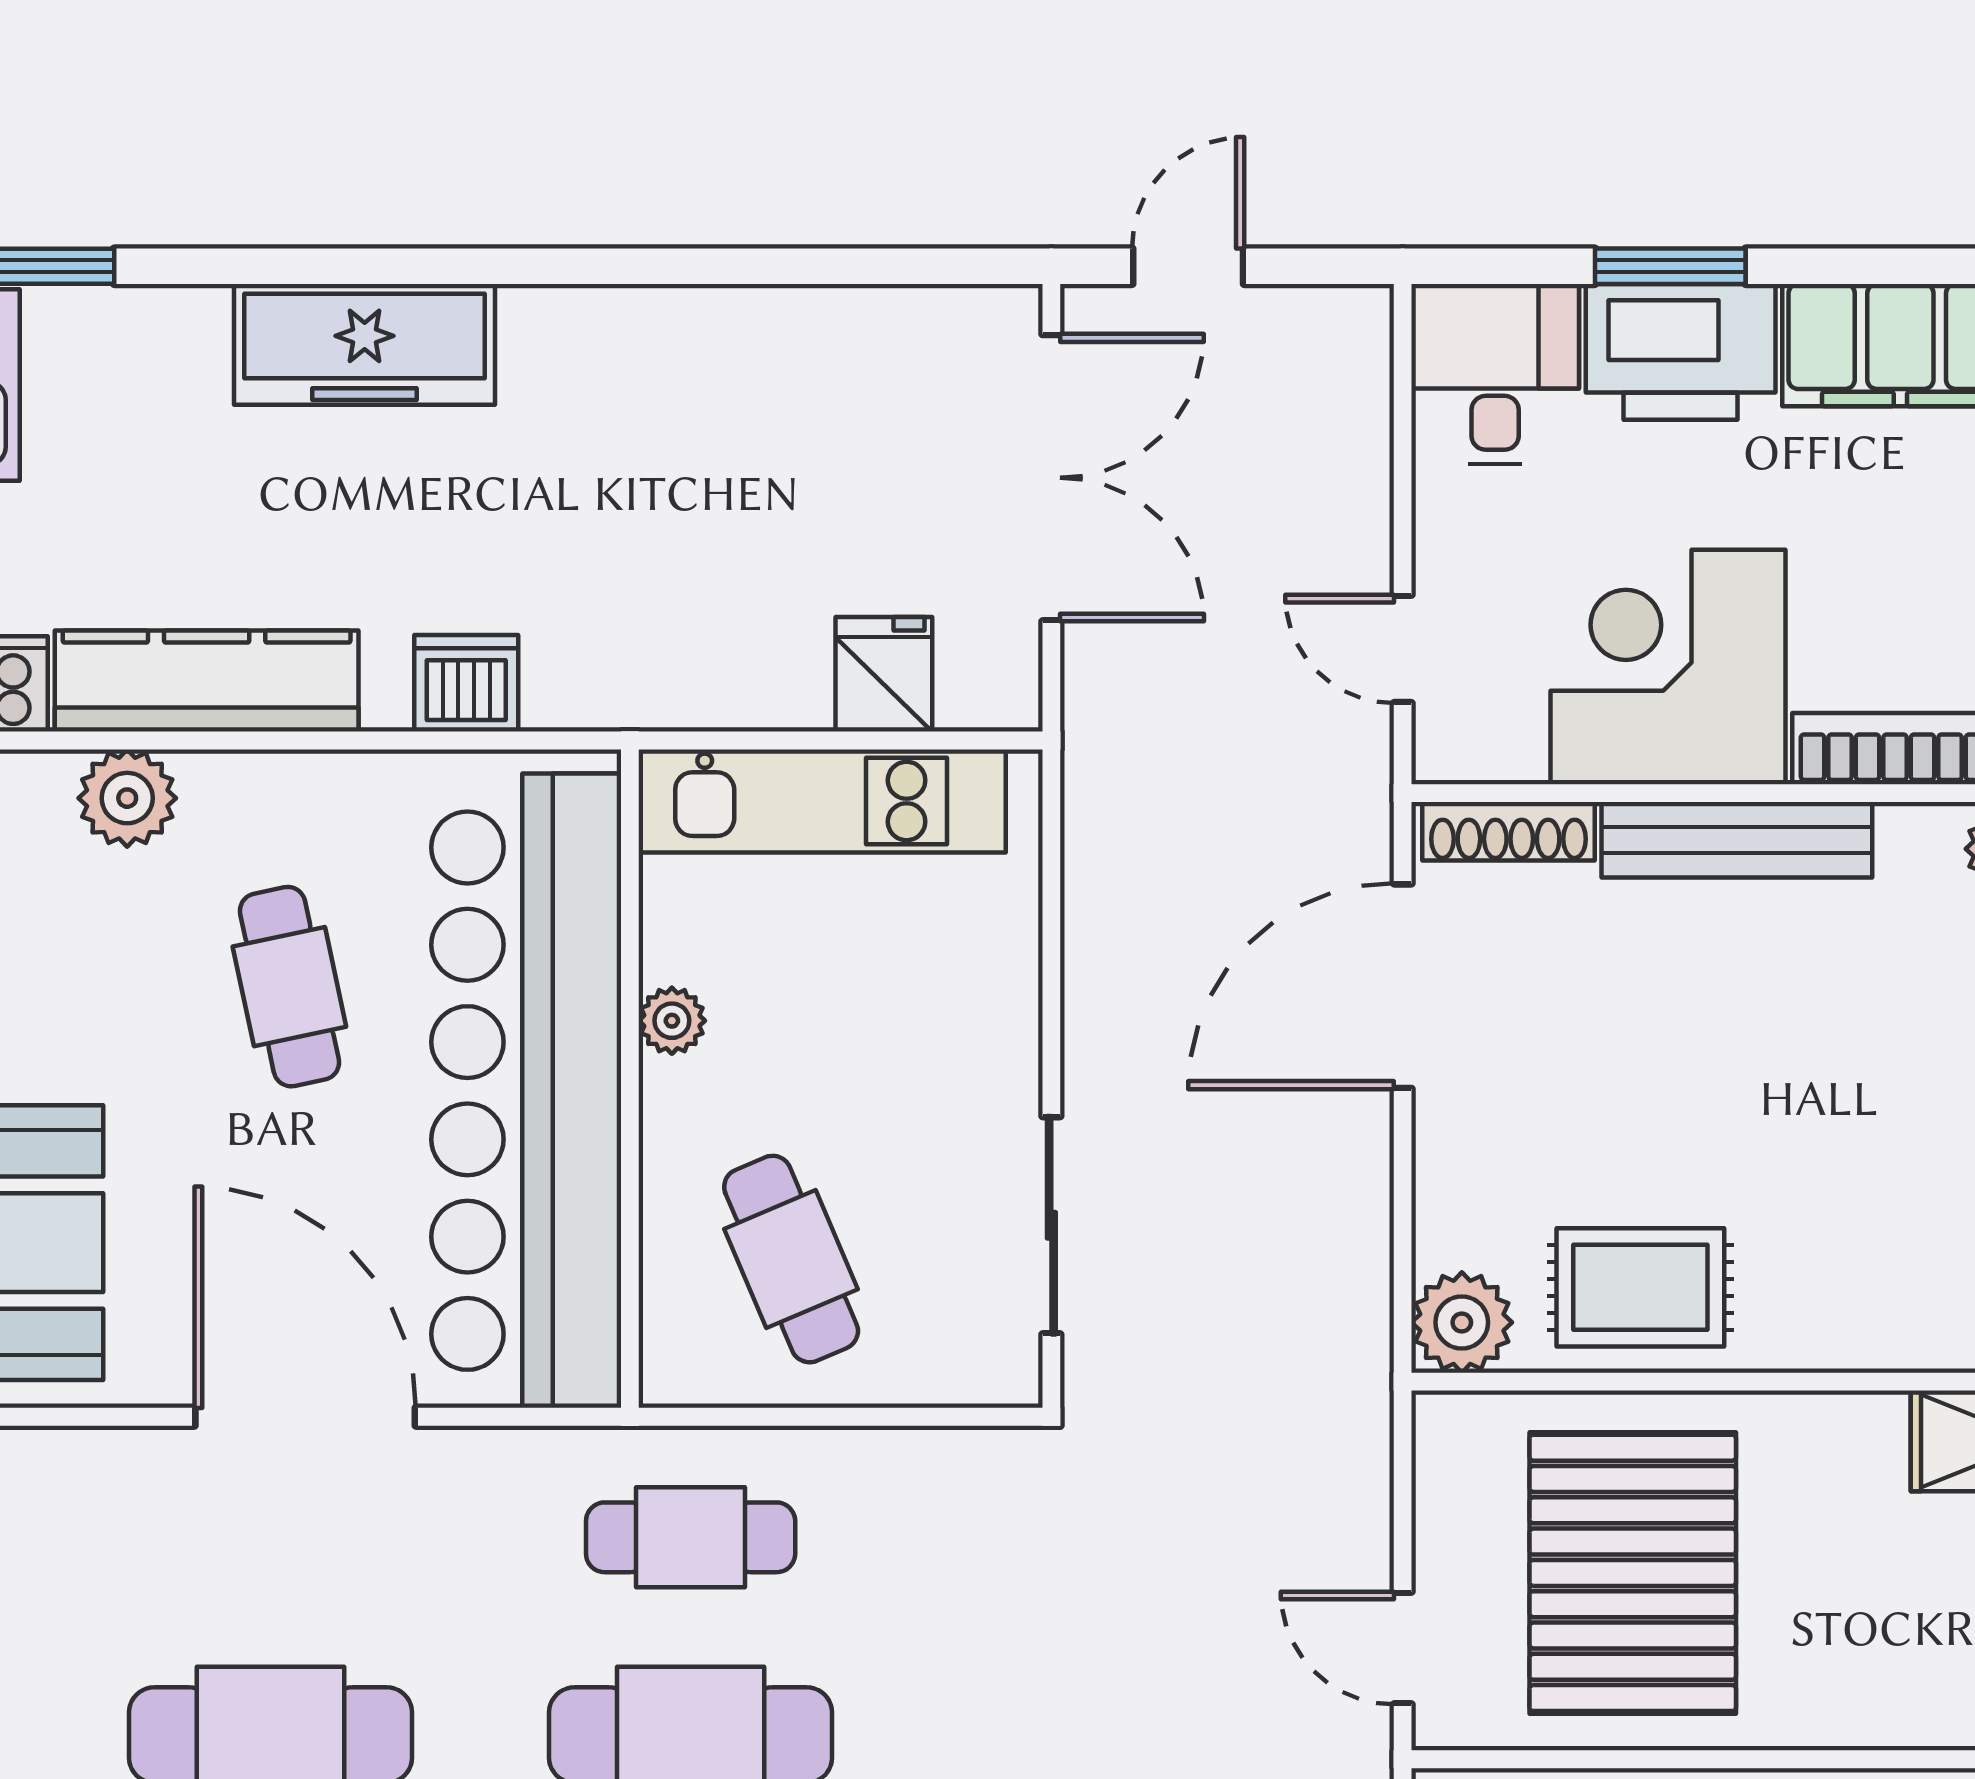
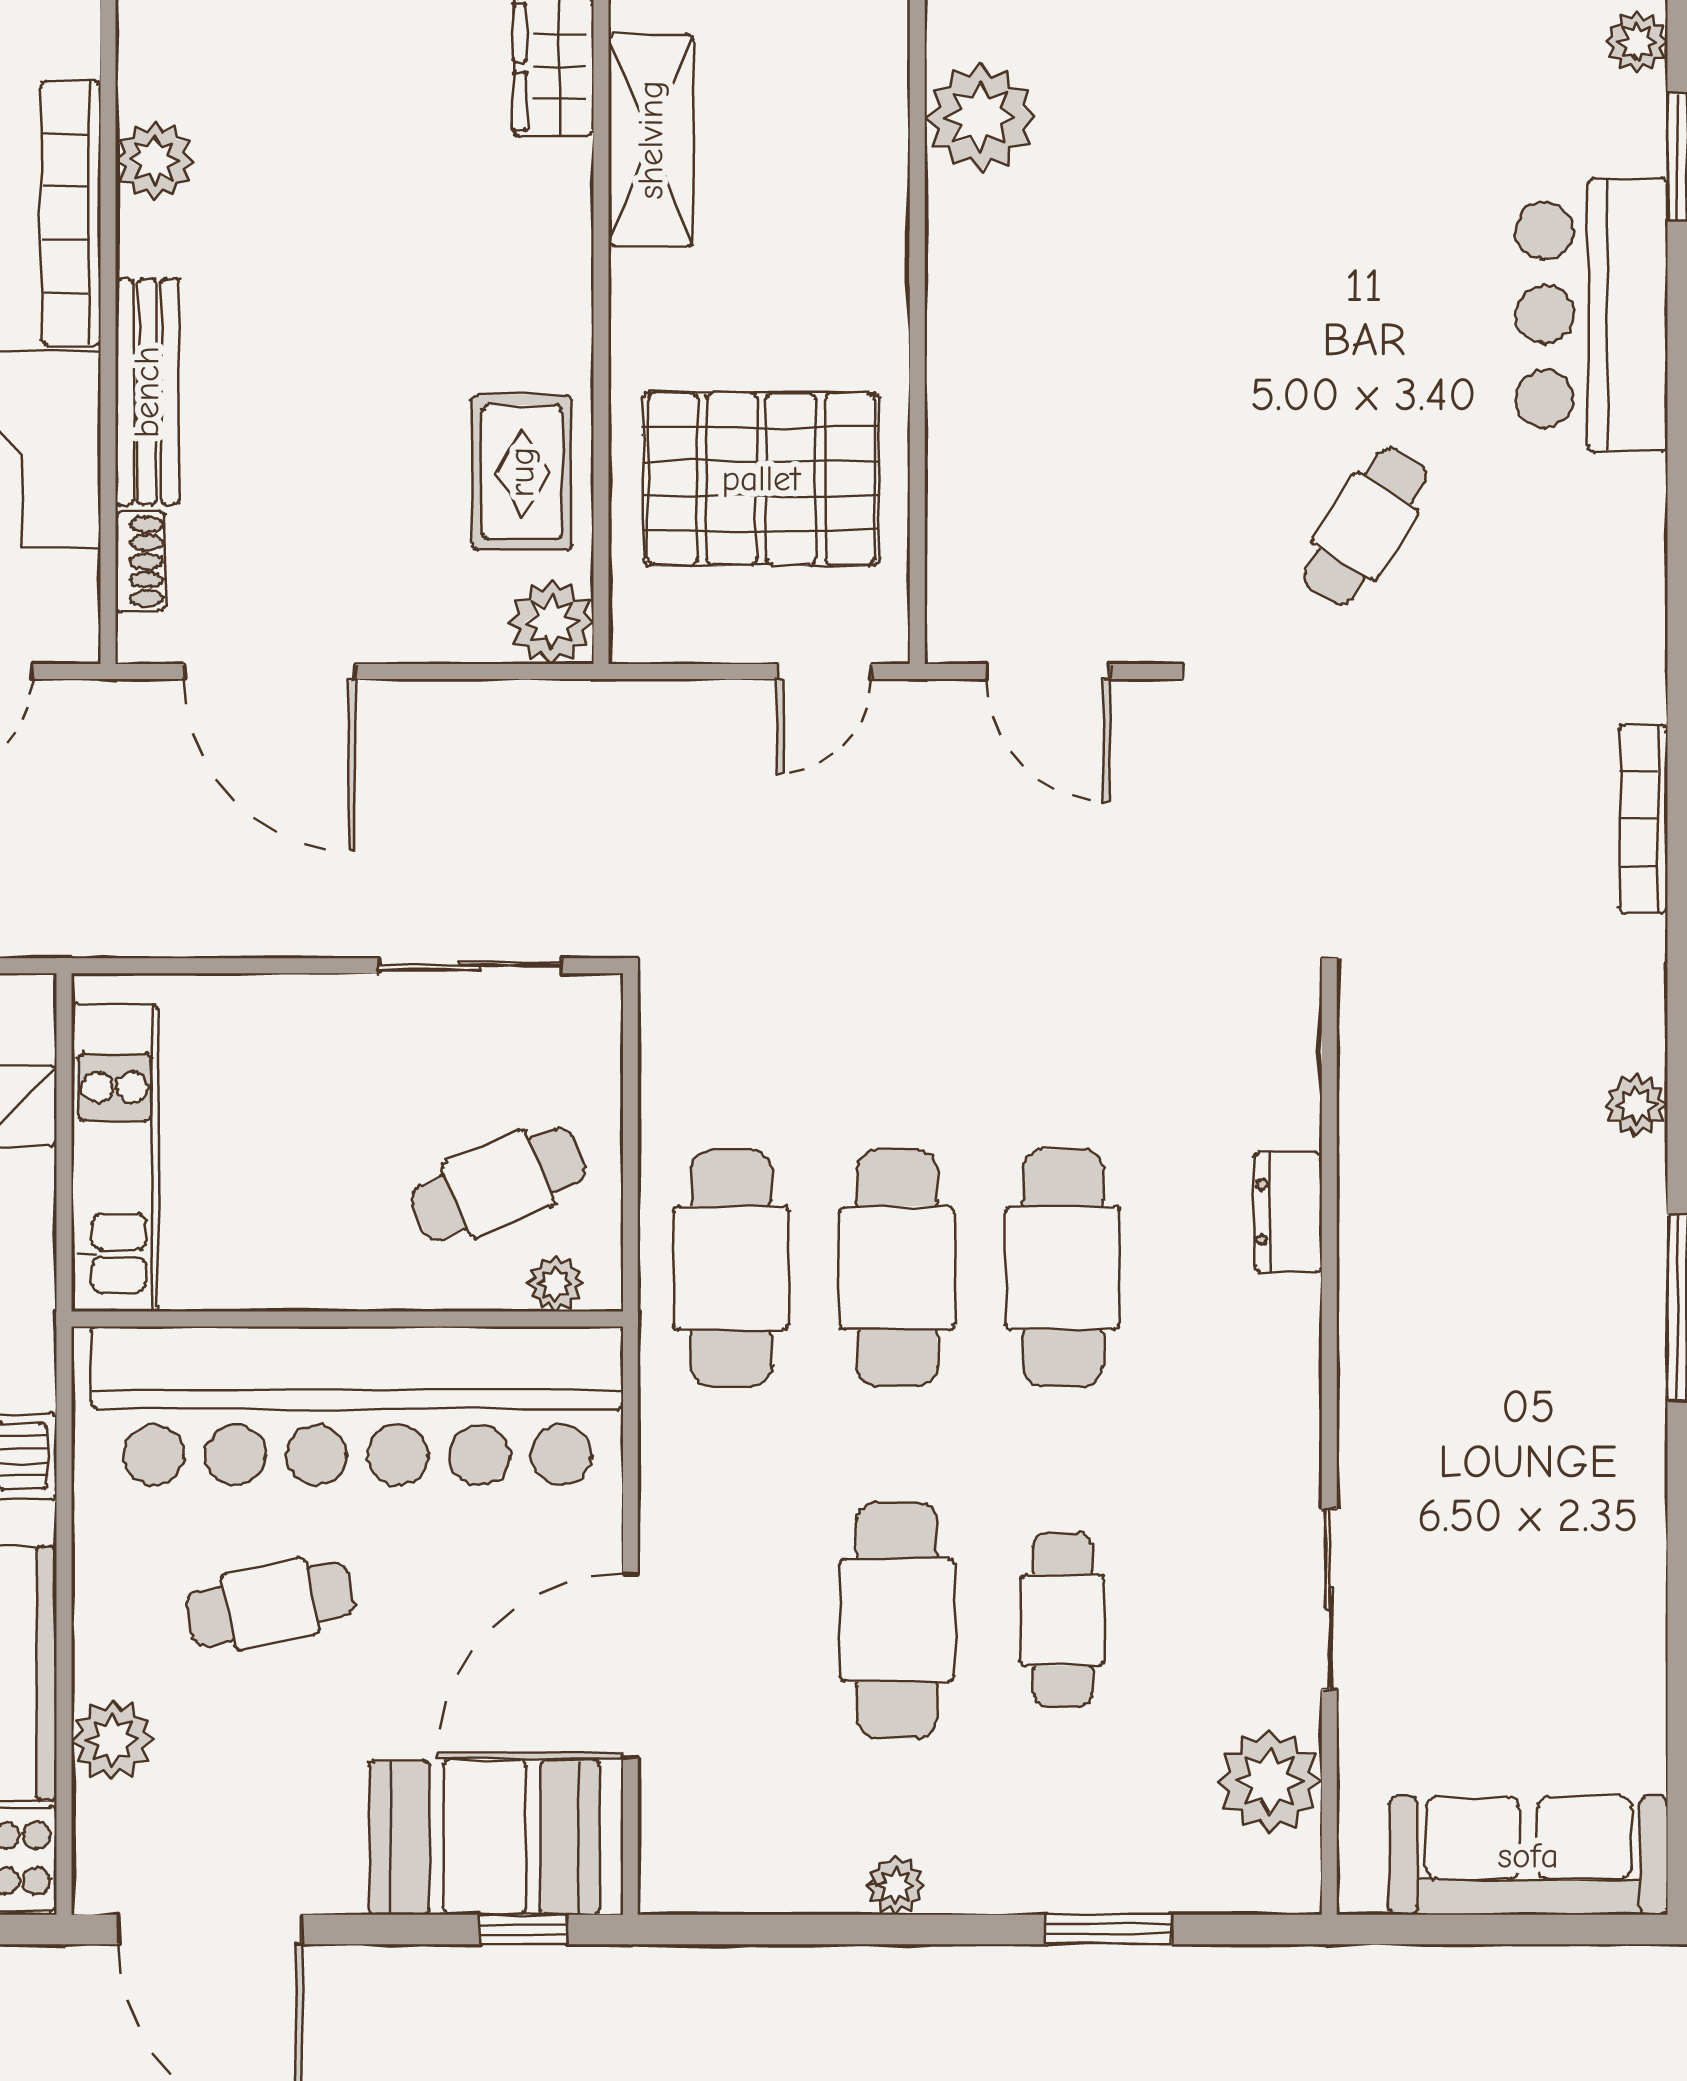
shoe rack: (1509, 831) -> (140, 561), width x0.70
plant: (672, 1021) -> (555, 1284), moved
door: (305, 1417) -> (630, 1666), moved
cafe table: (691, 1537) -> (731, 1268), width x1.37, depth x1.35

